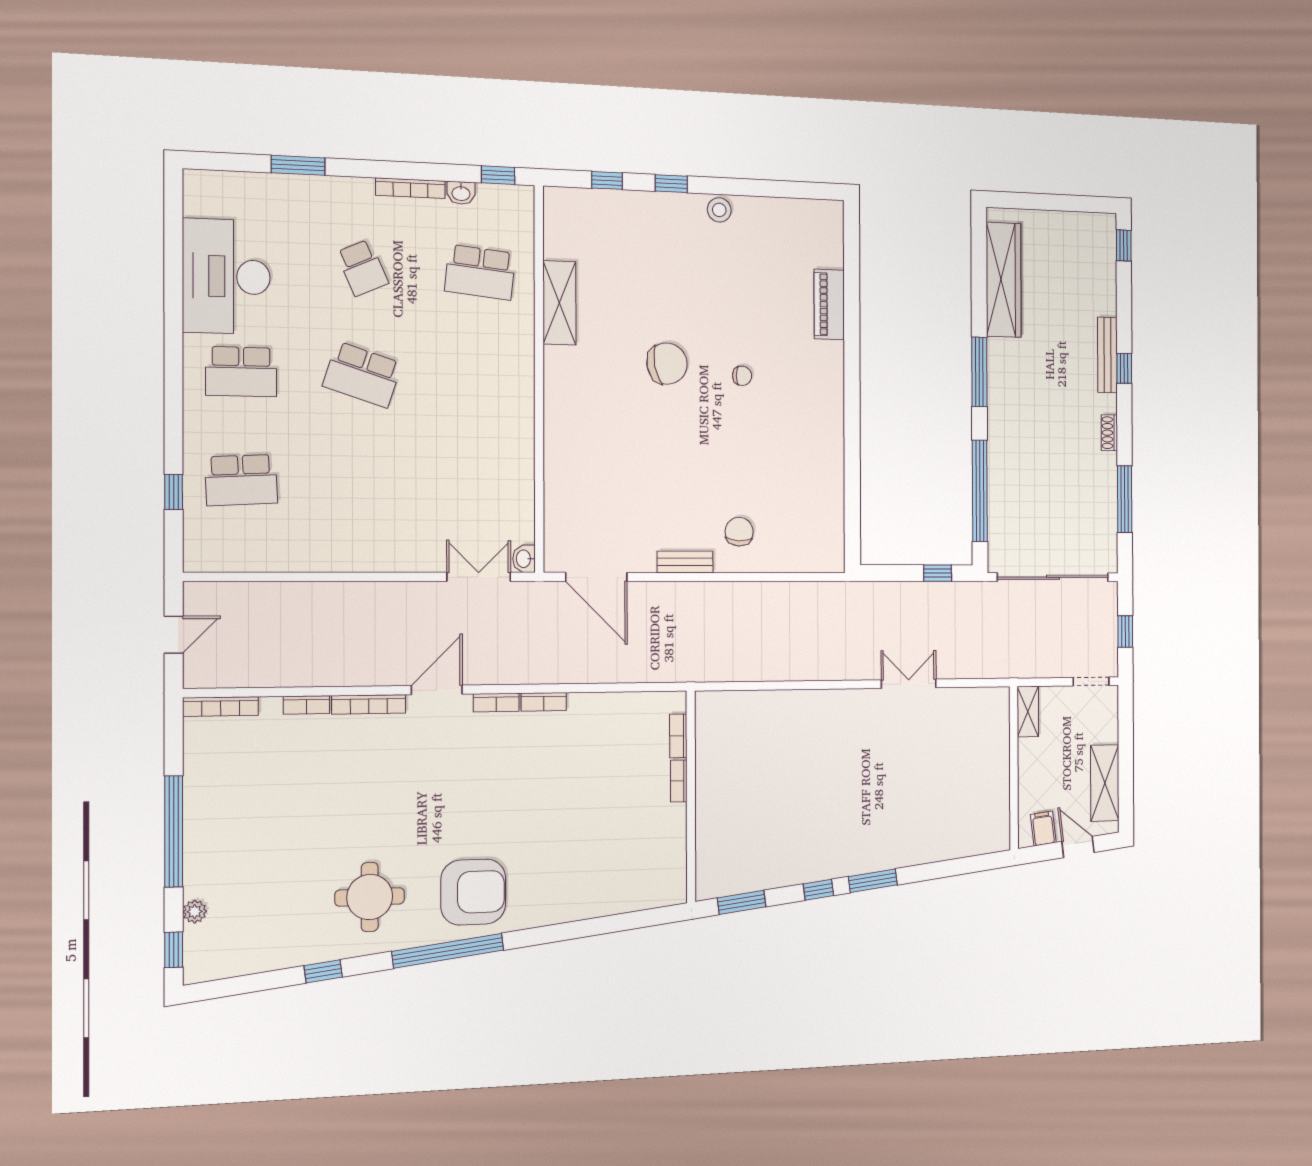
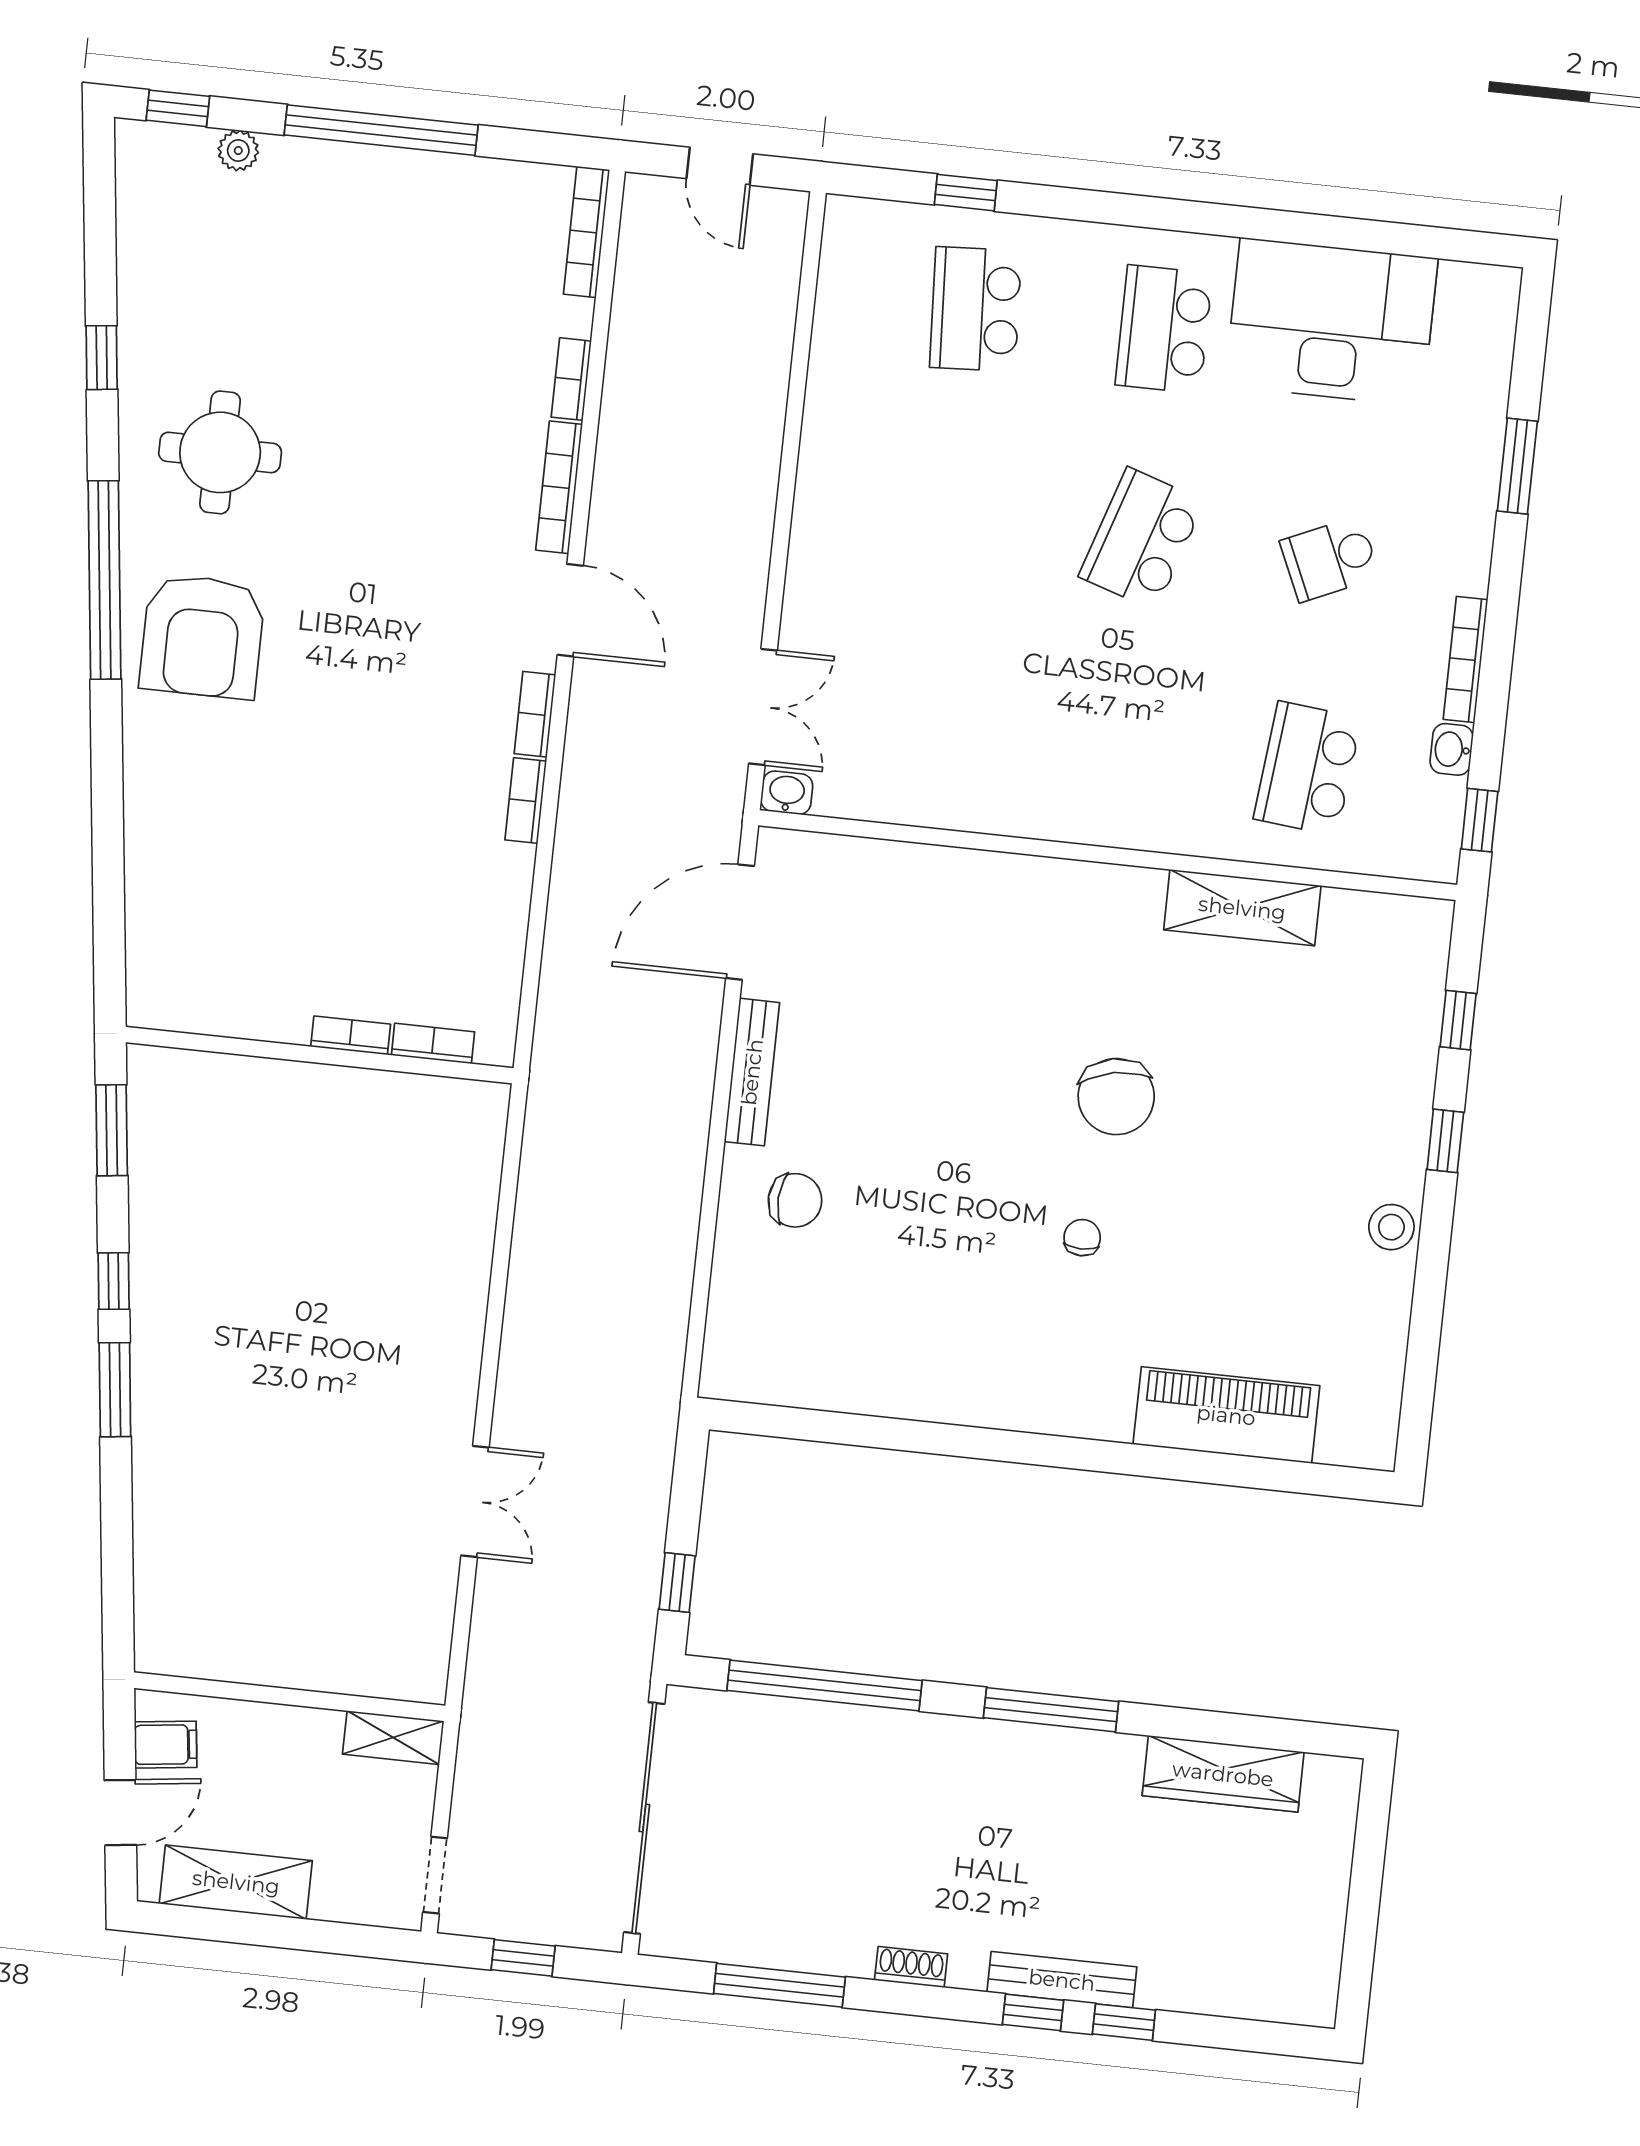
window: (1124, 245) -> (1124, 2022), moved
wardrobe: (1004, 280) -> (1223, 1774), width x0.71, depth x0.85
piano: (829, 304) -> (1226, 1415), width x1.37, depth x1.33
chair: (742, 376) -> (1082, 1238), turned 180
bench: (685, 562) -> (752, 1072), width x1.36

